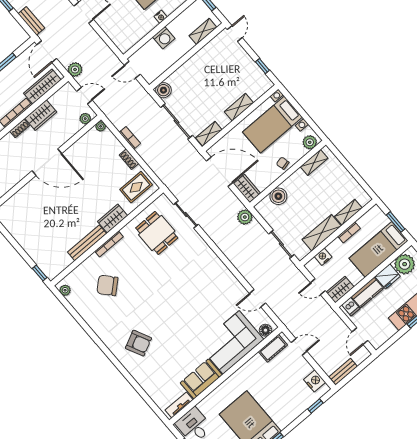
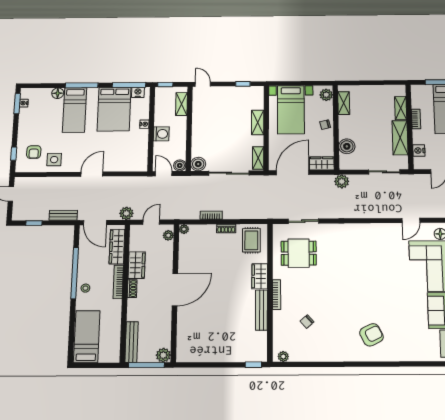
door: (132, 70) -> (164, 174), swing flipped
boiler: (150, 76) -> (180, 165), added
chair: (107, 285) -> (307, 322), width x0.54, depth x0.54

